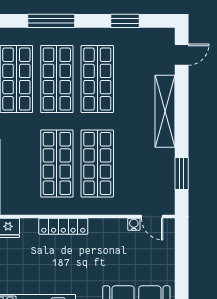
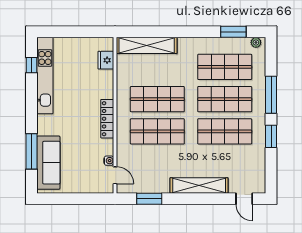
window: (125, 21) -> (271, 136), moved
door: (152, 216) -> (115, 175), swing flipped
locker: (63, 226) -> (107, 119), moved

